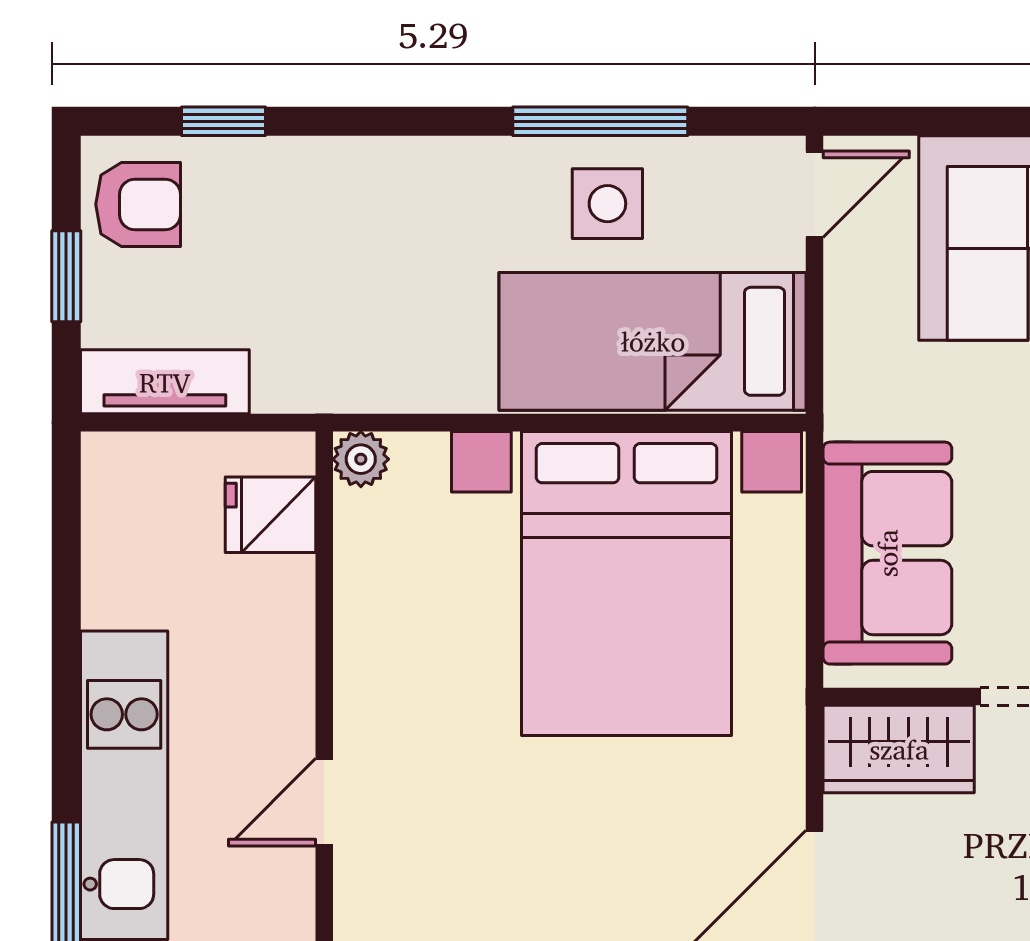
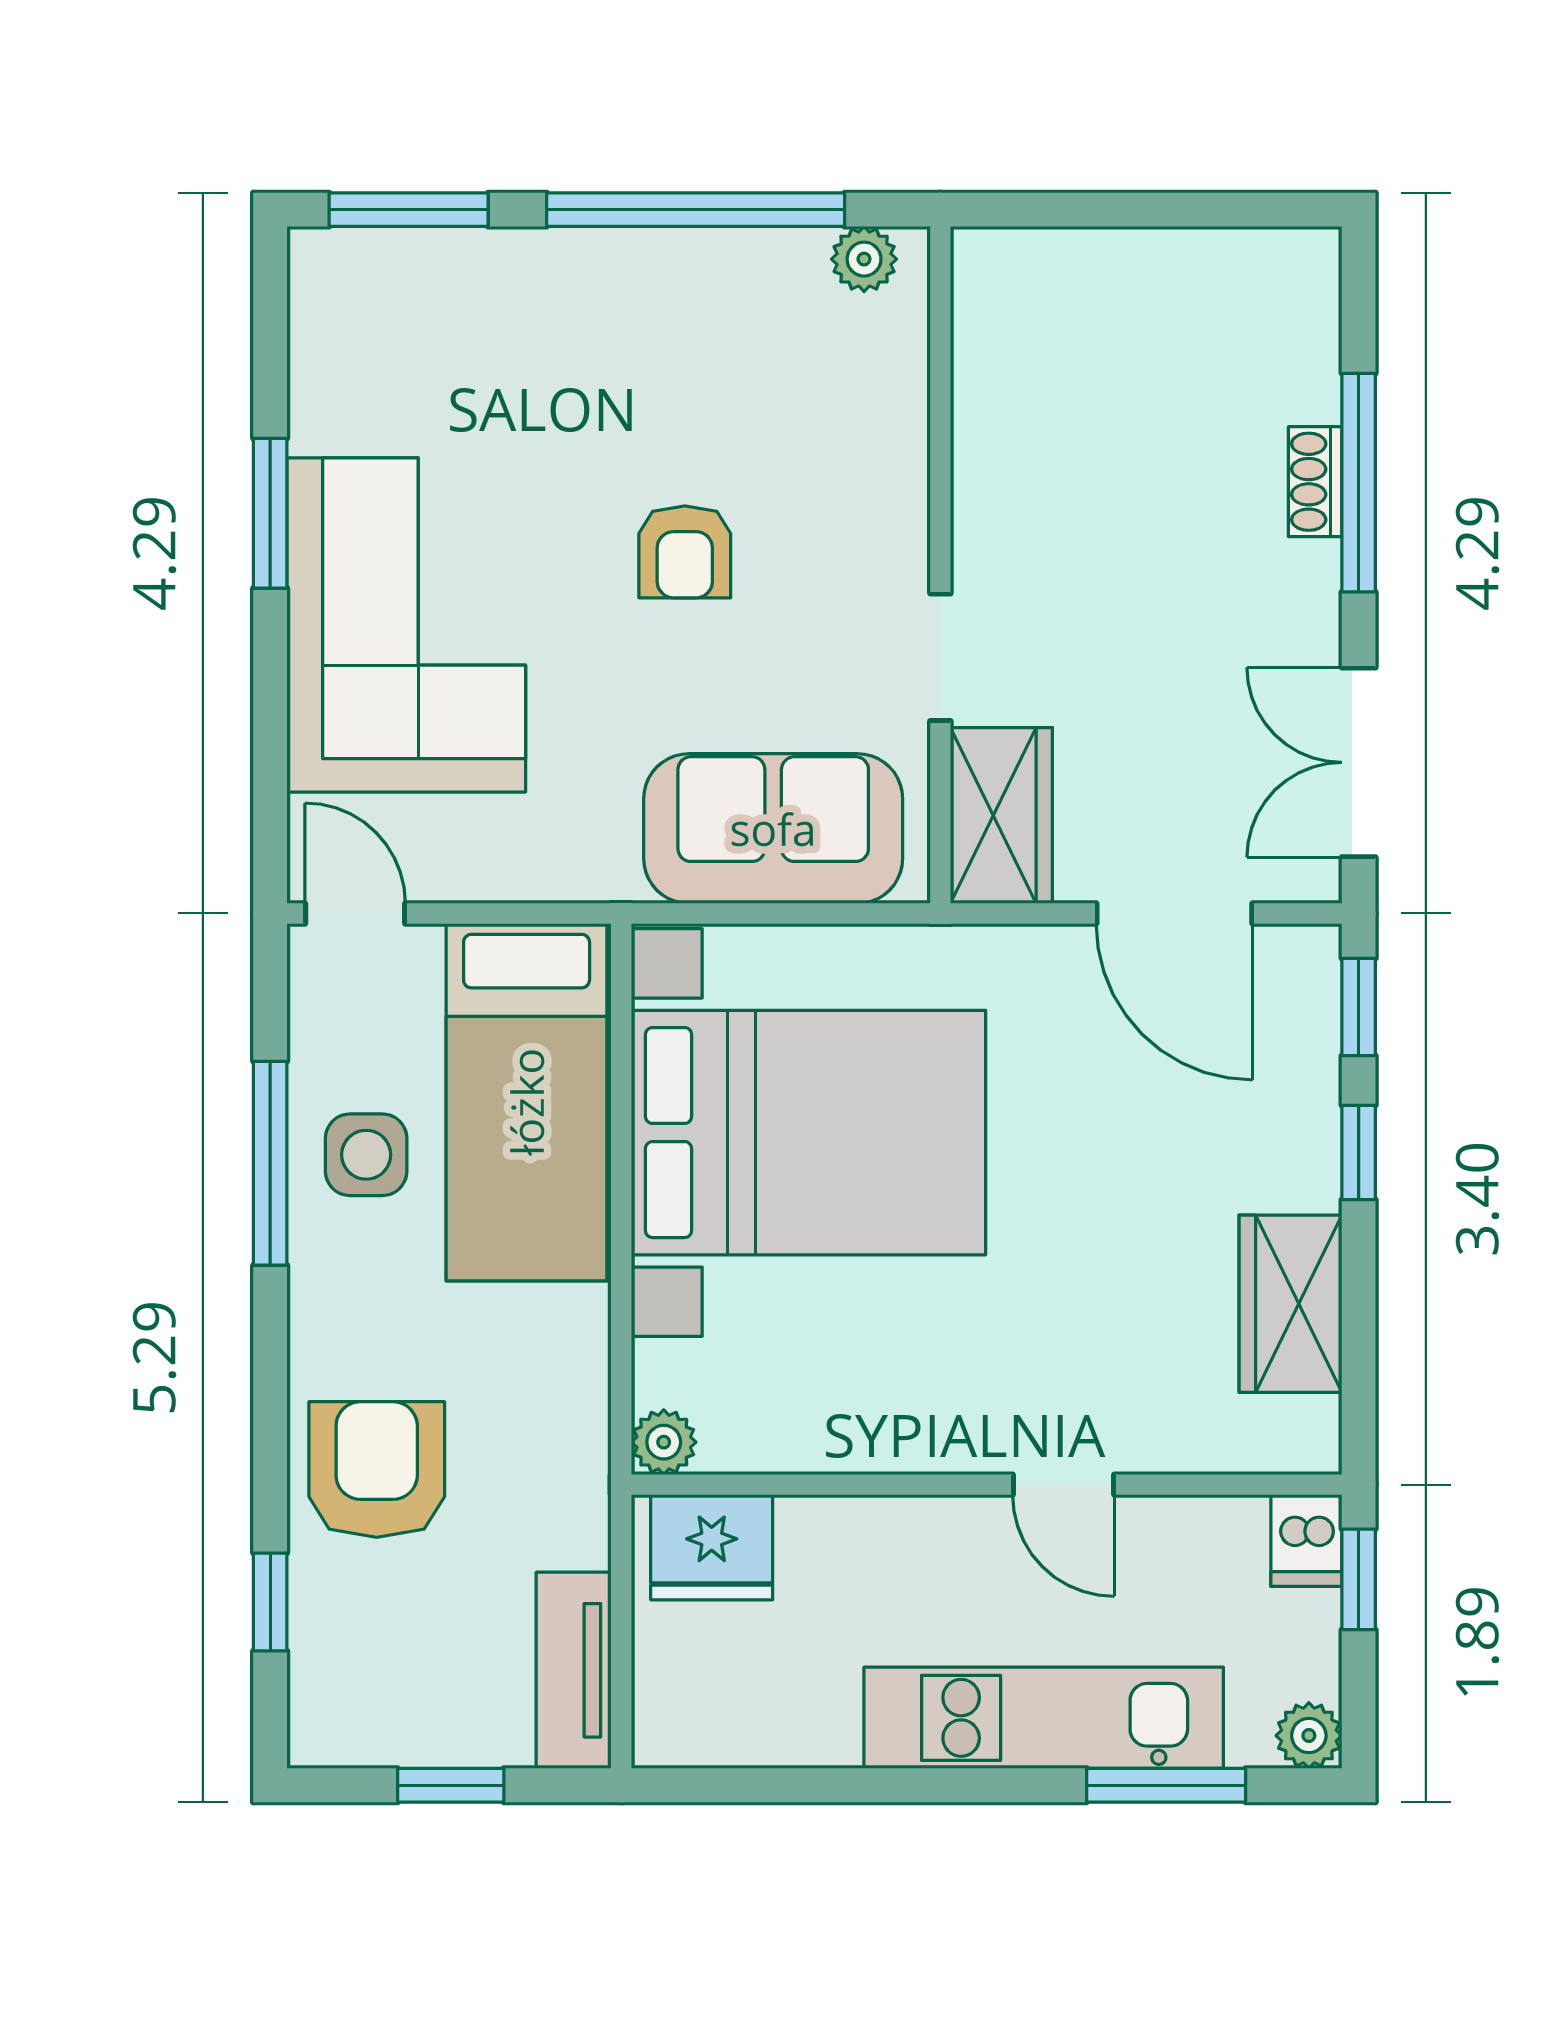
armchair: (138, 204) -> (377, 1470), moved, width x1.38, depth x1.38
fridge: (271, 515) -> (712, 1547), width x1.38

